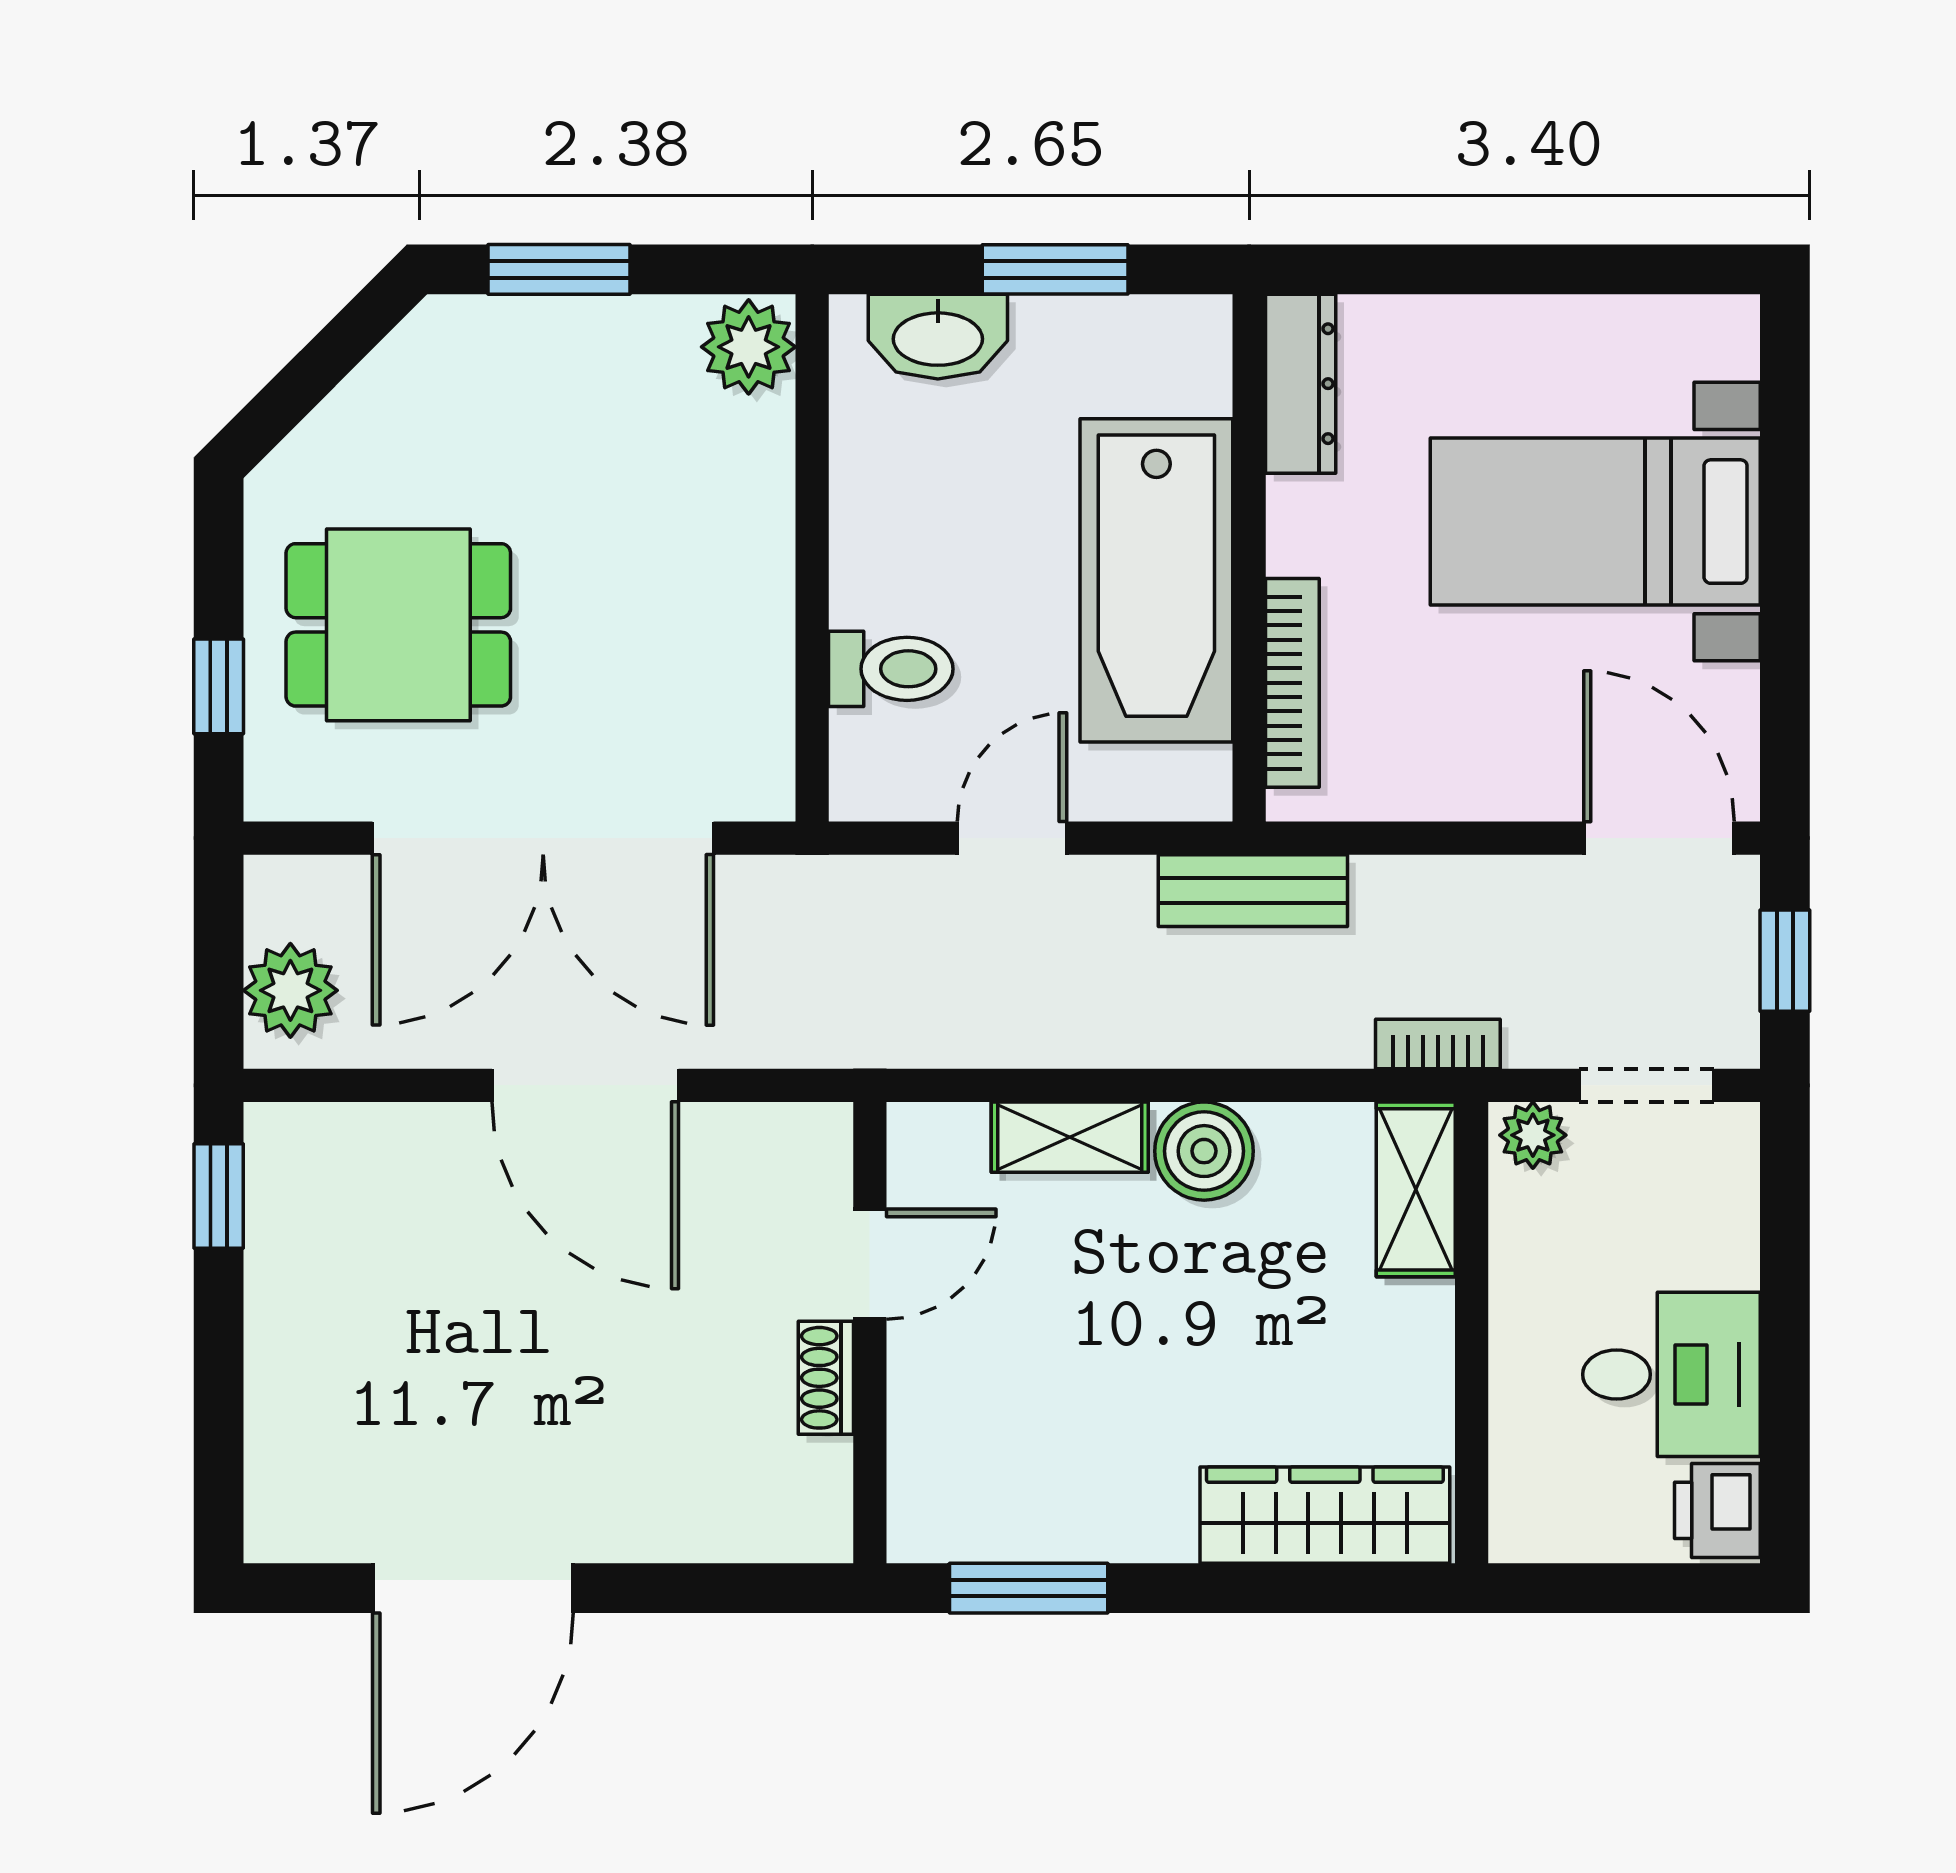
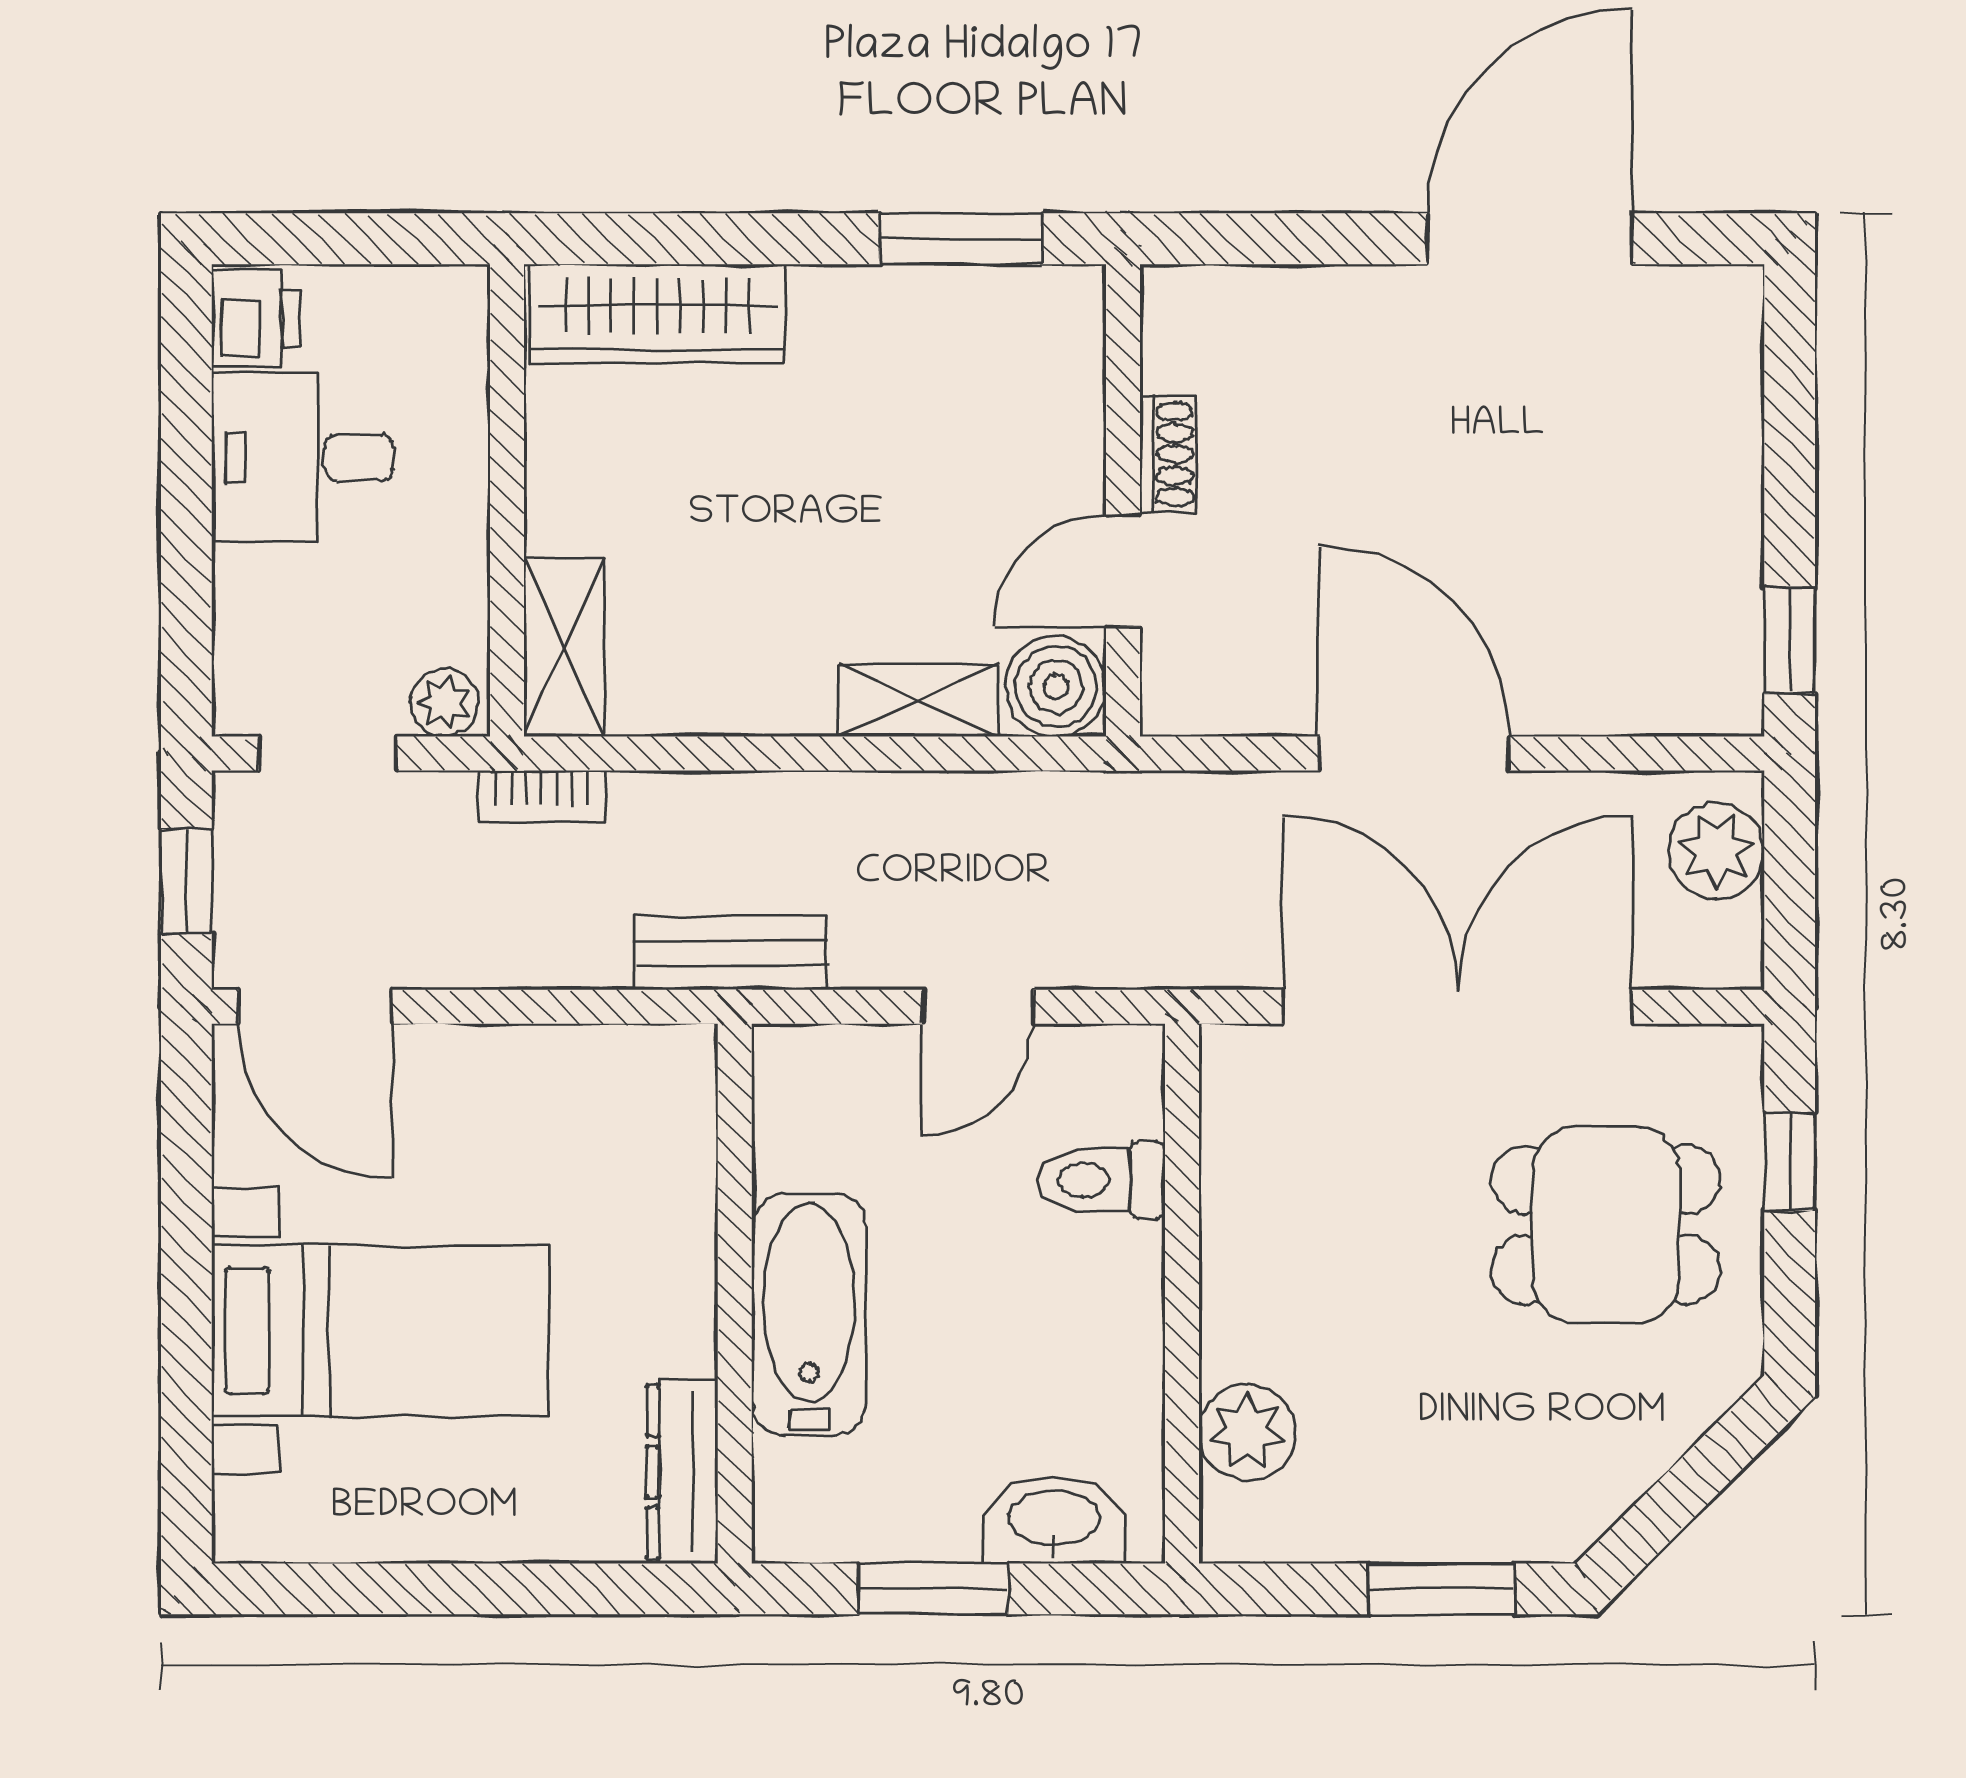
plant: (749, 347) -> (1247, 1432), moved
bathtub: (1156, 580) -> (809, 1315), width x0.73, depth x0.73
bookcase: (1292, 683) -> (691, 1166), removed
boiler: (1204, 1151) -> (1056, 686), moved

